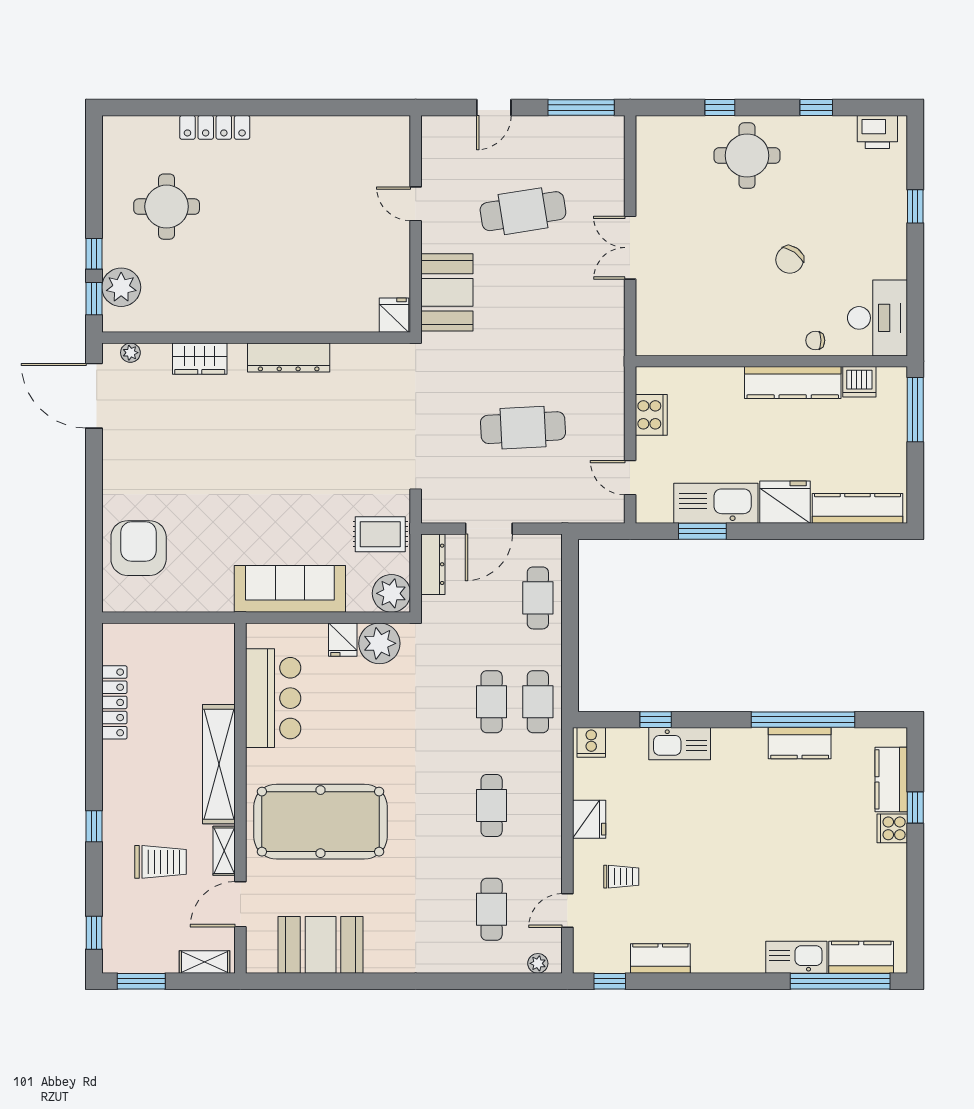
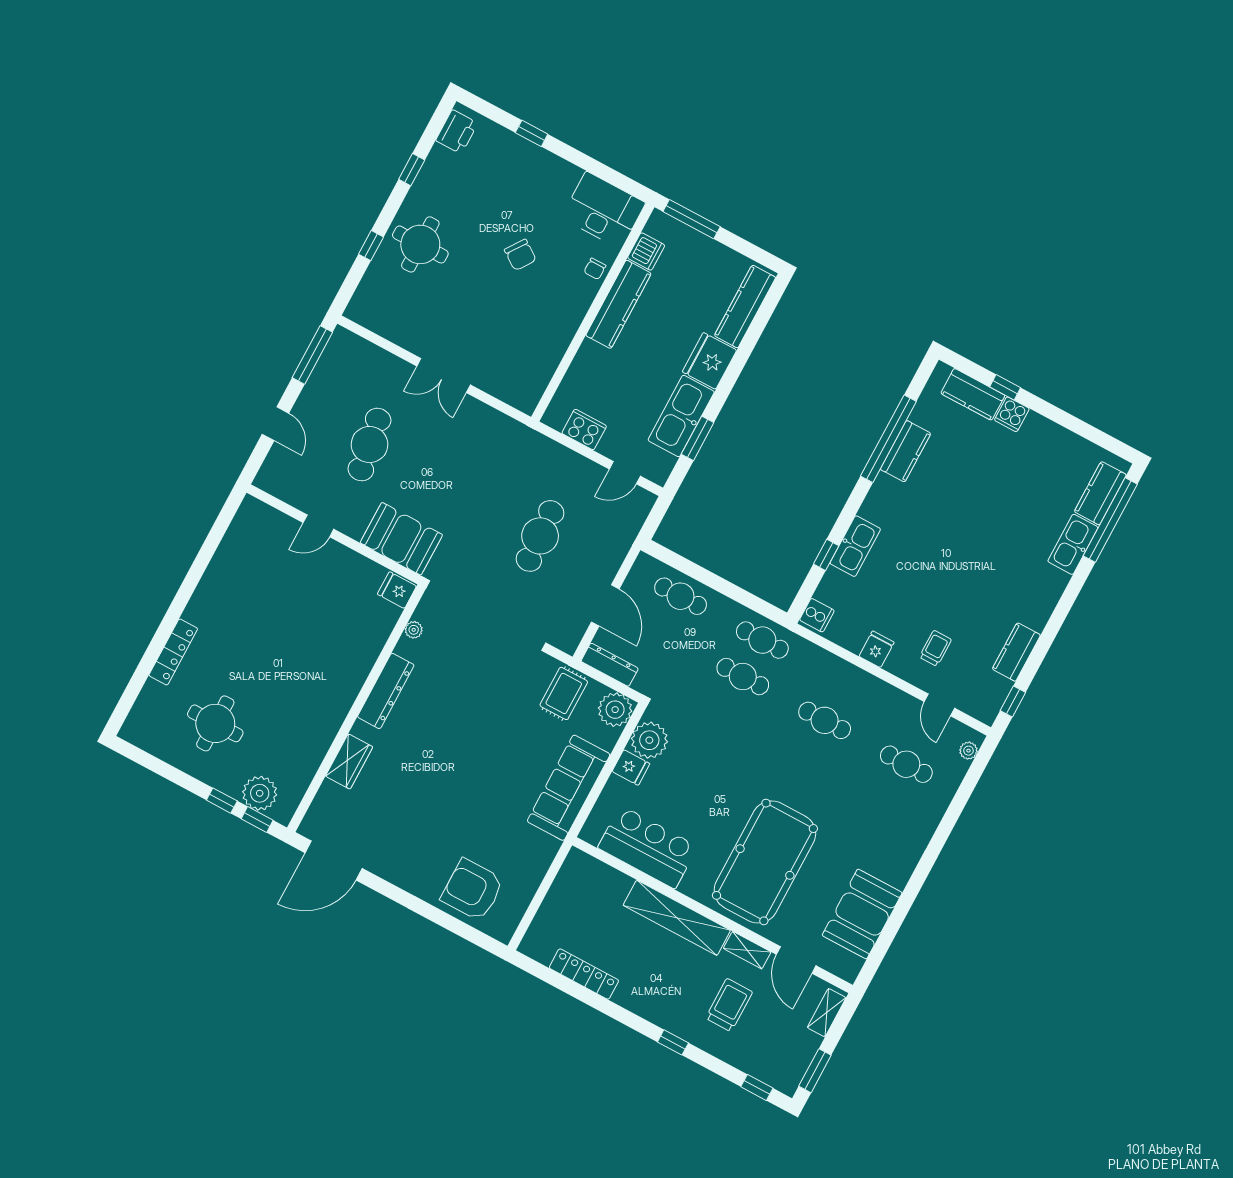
plant: (130, 353) -> (414, 630), moved
fridge: (589, 819) -> (877, 649), width x0.72

